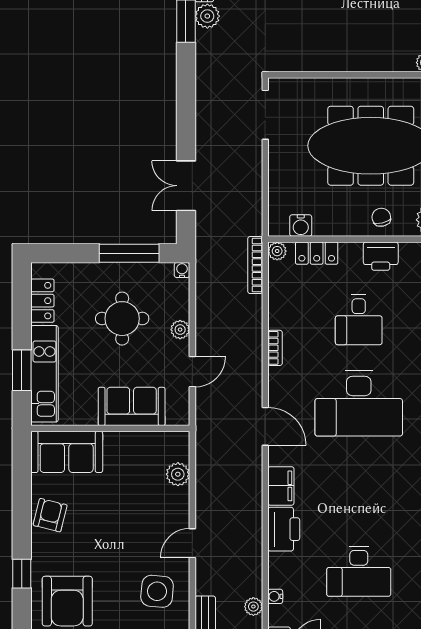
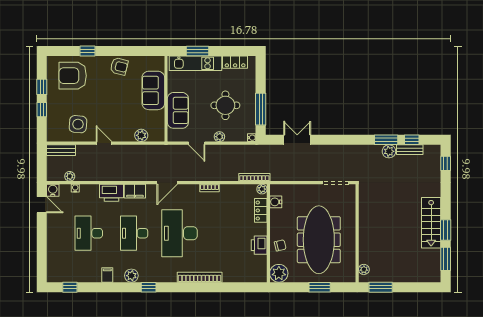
desk: (359, 320) -> (134, 233), moved, width x1.37
sofa: (67, 452) -> (153, 90), moved

